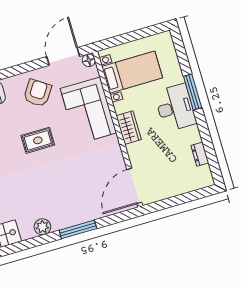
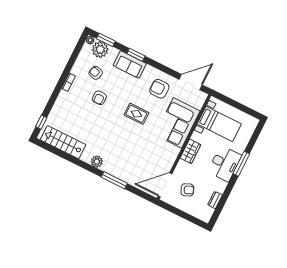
floor lamp: (89, 60) -> (202, 96), removed
armchair: (38, 93) -> (159, 89), turned -124
armchair: (162, 170) -> (187, 190), added

